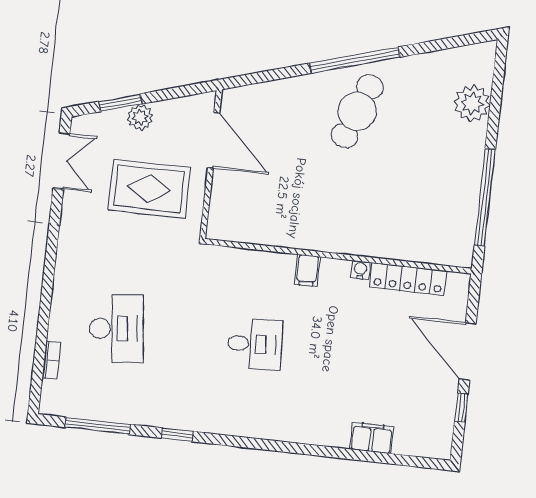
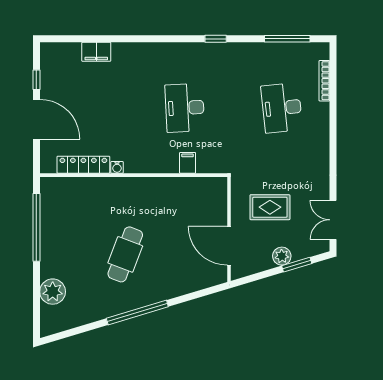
cafe table: (357, 111) -> (125, 254), moved
rug: (149, 189) -> (270, 207), width x0.73, depth x0.70
filing cabinet: (307, 270) -> (188, 163), moved
desk: (255, 344) -> (185, 108), width x1.37
bookcase: (52, 360) -> (324, 81), width x1.56
window: (177, 435) -> (216, 39), moved

